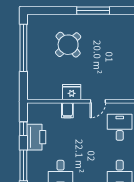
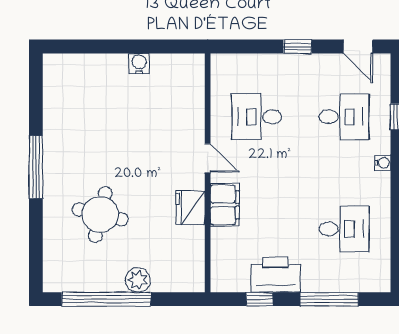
round table: (68, 45) -> (100, 214), turned -34
plant: (33, 64) -> (138, 280), added
filing cabinet: (67, 110) -> (225, 205), width x2.00

